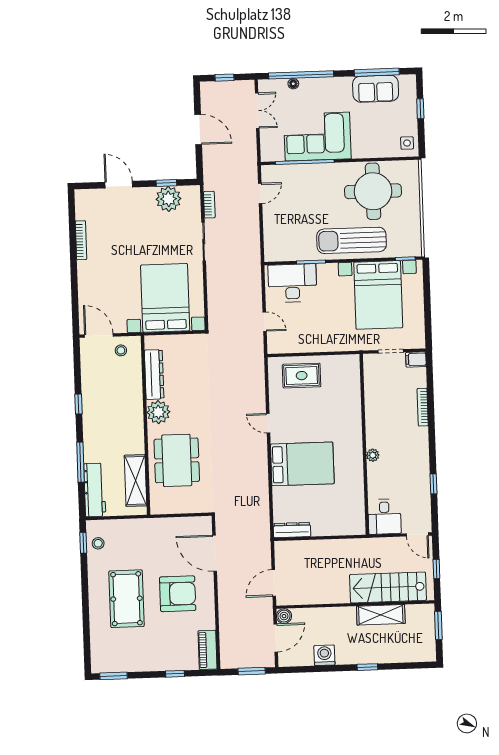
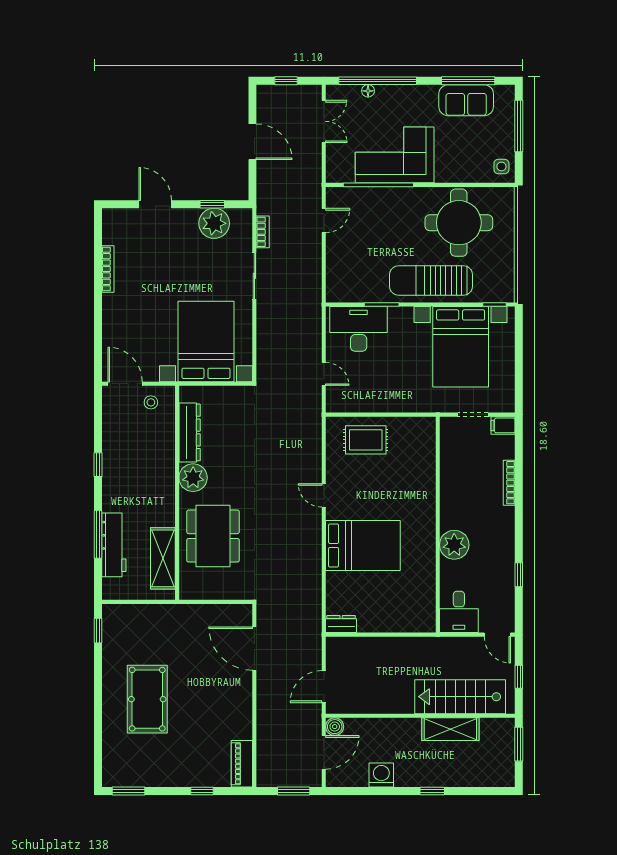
window: (420, 109) -> (519, 126), width x2.17
plant: (373, 455) -> (454, 545), width x1.88, depth x1.88
workbench: (95, 490) -> (114, 545), moved
dresser: (292, 530) -> (341, 624), width x0.70
stool: (98, 543) -> (116, 632), removed
armchair: (178, 594) -> (208, 695), removed

